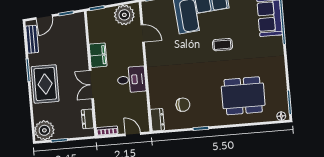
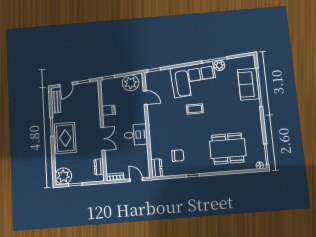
coffee table: (222, 45) -> (195, 109), moved
filing cabinet: (98, 55) -> (109, 110), width x0.50
double door: (91, 85) -> (103, 139), swing flipped

